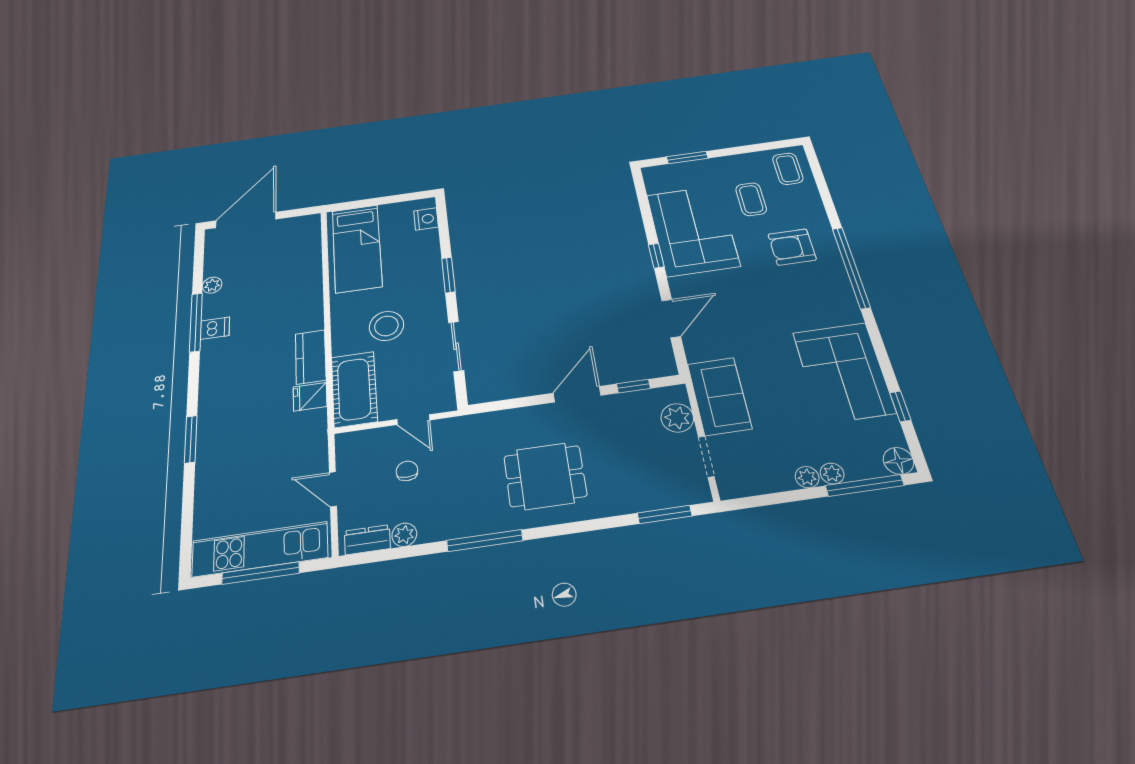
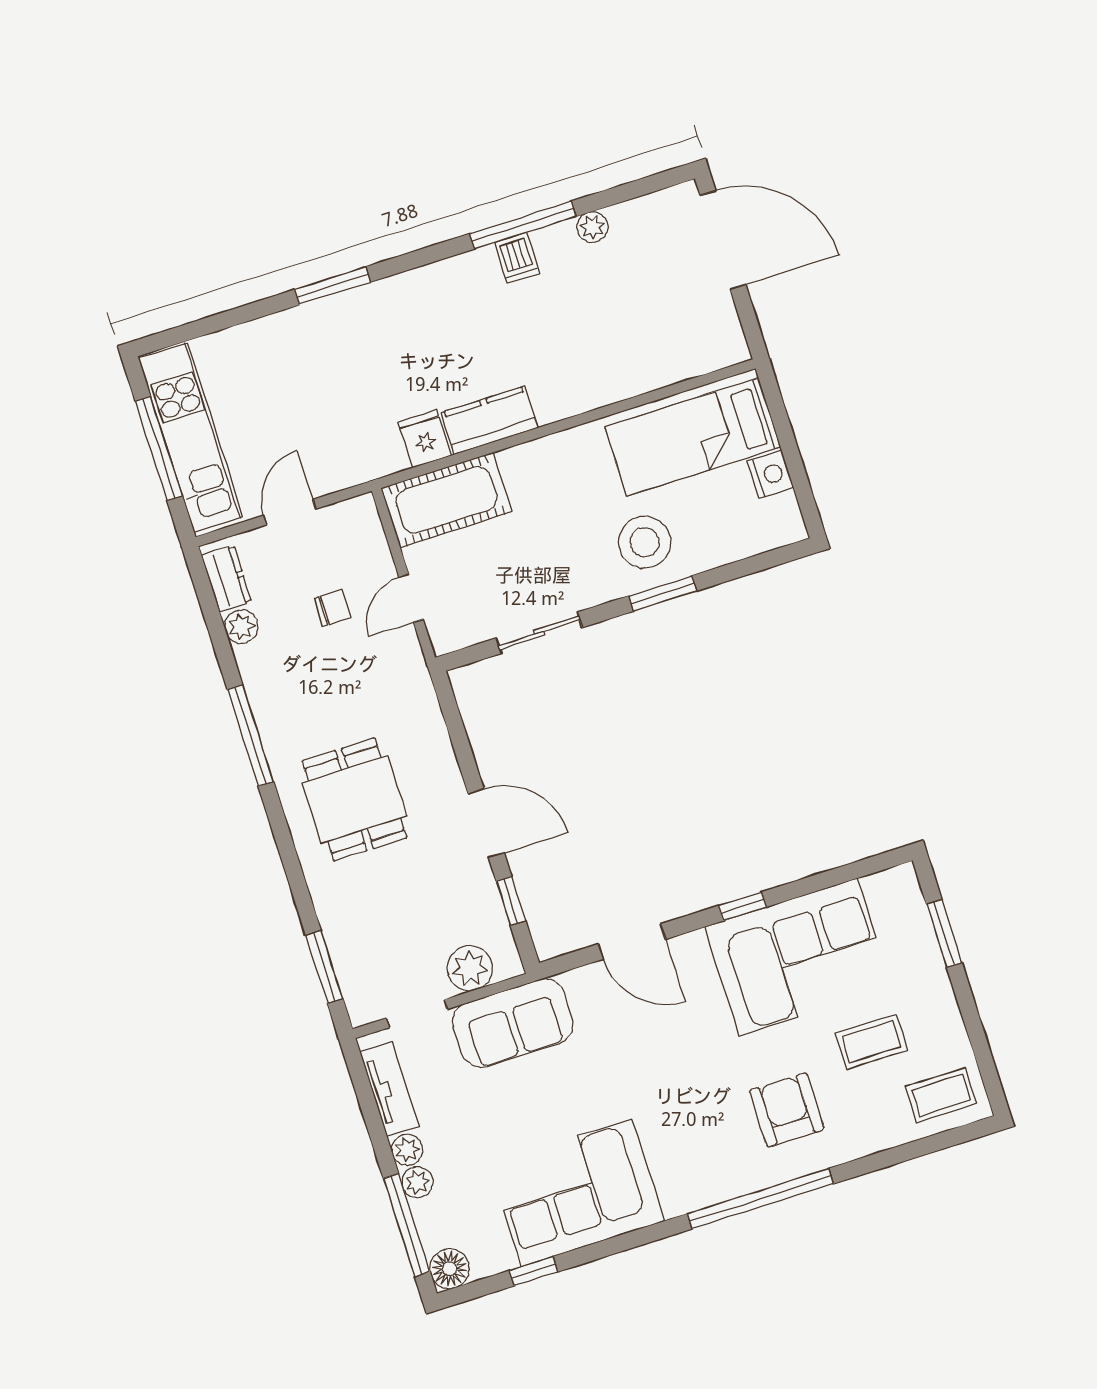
nightstand: (426, 219) -> (770, 474), moved, turned -90
stool: (386, 326) -> (645, 542), moved
tv unit: (760, 483) -> (389, 1089), added

